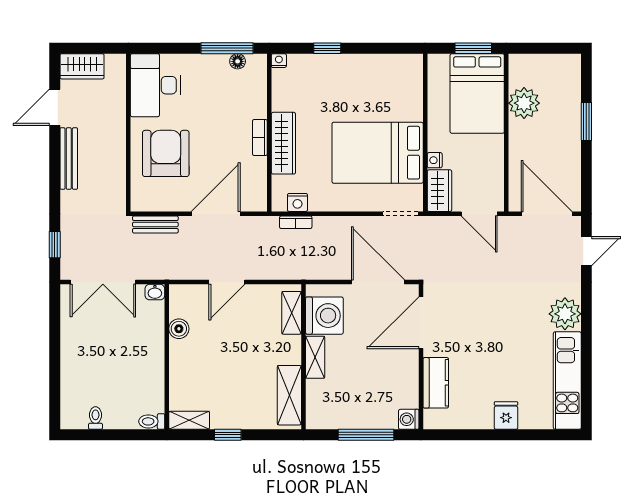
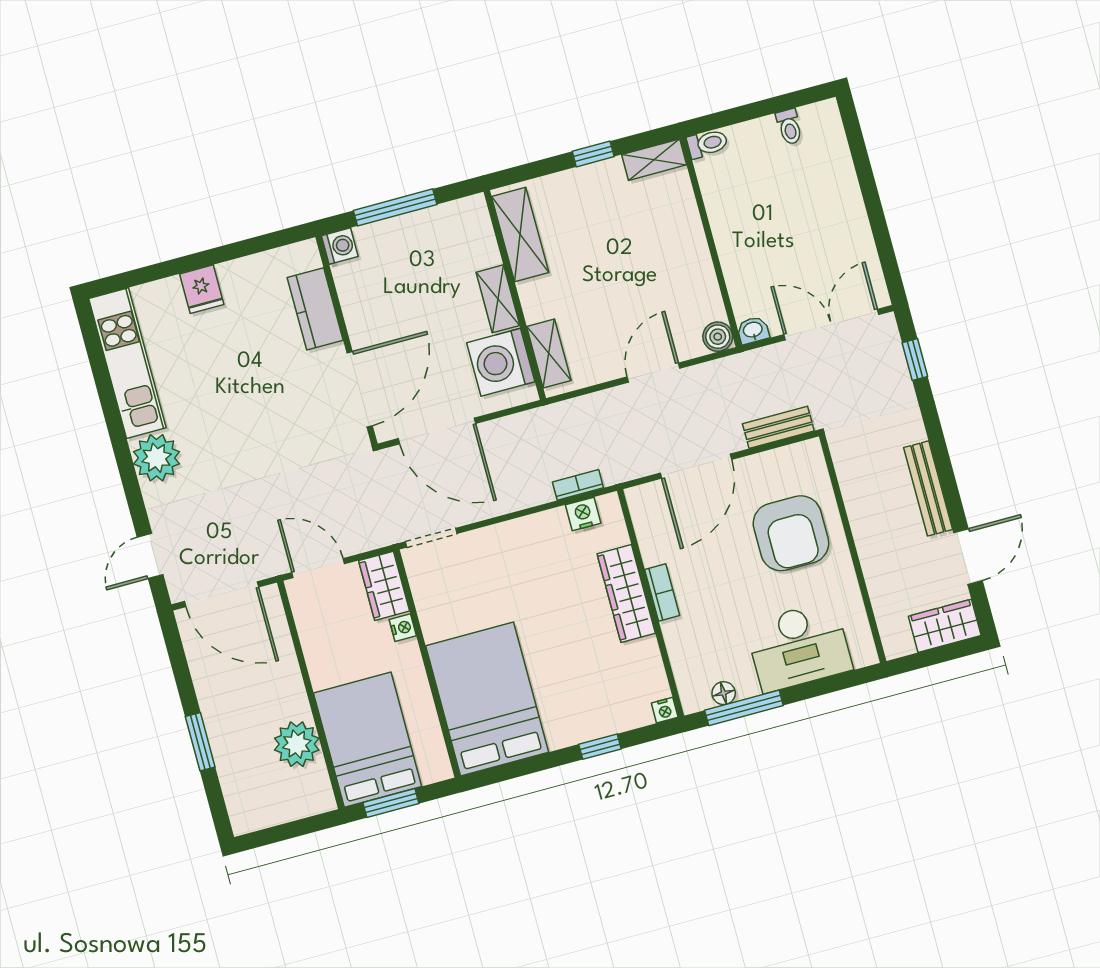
desk: (155, 85) -> (799, 647), moved, turned 90
bed: (378, 153) -> (487, 699), moved, turned -90
boiler: (179, 329) -> (718, 337), moved

